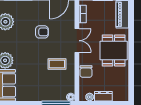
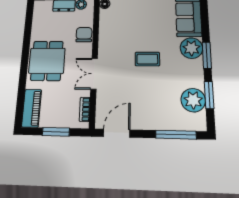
armchair: (42, 32) -> (141, 85), removed
coffee table: (57, 64) -> (147, 59), moved

